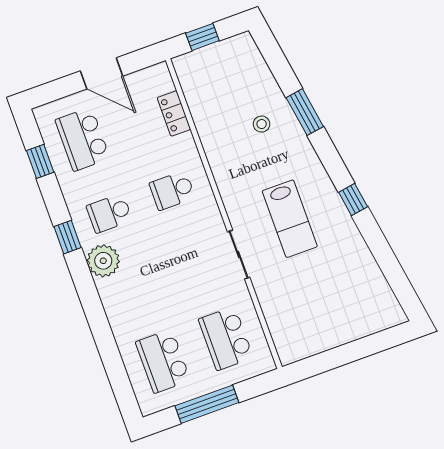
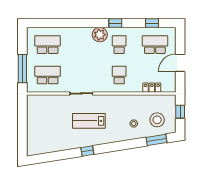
stool: (236, 78) -> (157, 120), added
window: (305, 112) -> (156, 140), moved
window: (207, 404) -> (22, 69), moved

